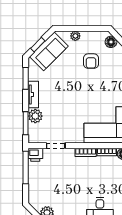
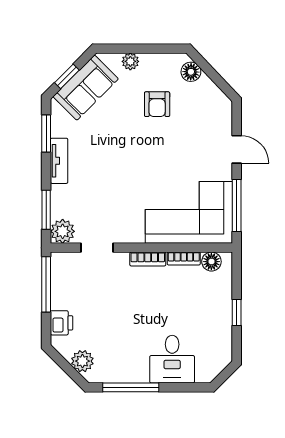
plant: (35, 116) -> (63, 231), moved
printer: (35, 155) -> (62, 323), moved, turned -90

